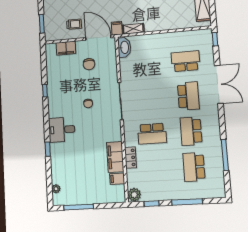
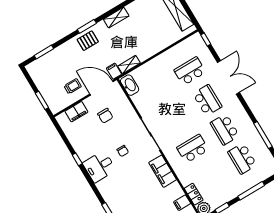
desk: (62, 130) -> (99, 167), moved
school desk: (152, 134) -> (193, 149), turned 180
filing cabinet: (115, 157) -> (163, 171), moved
locker: (130, 158) -> (194, 194), moved

